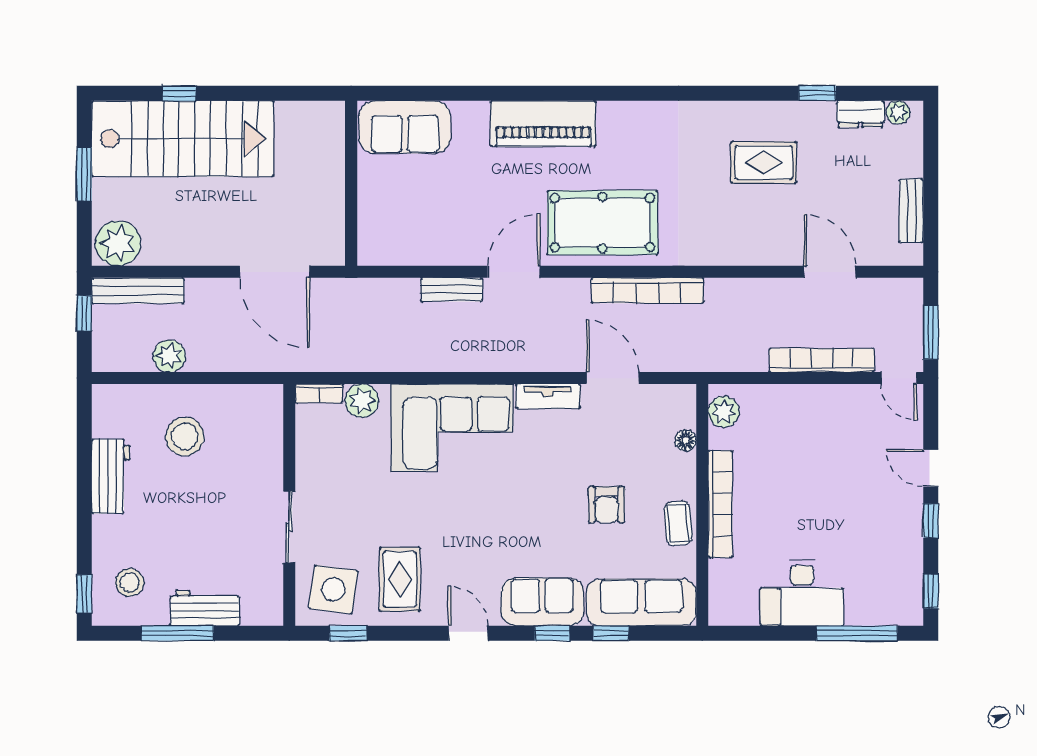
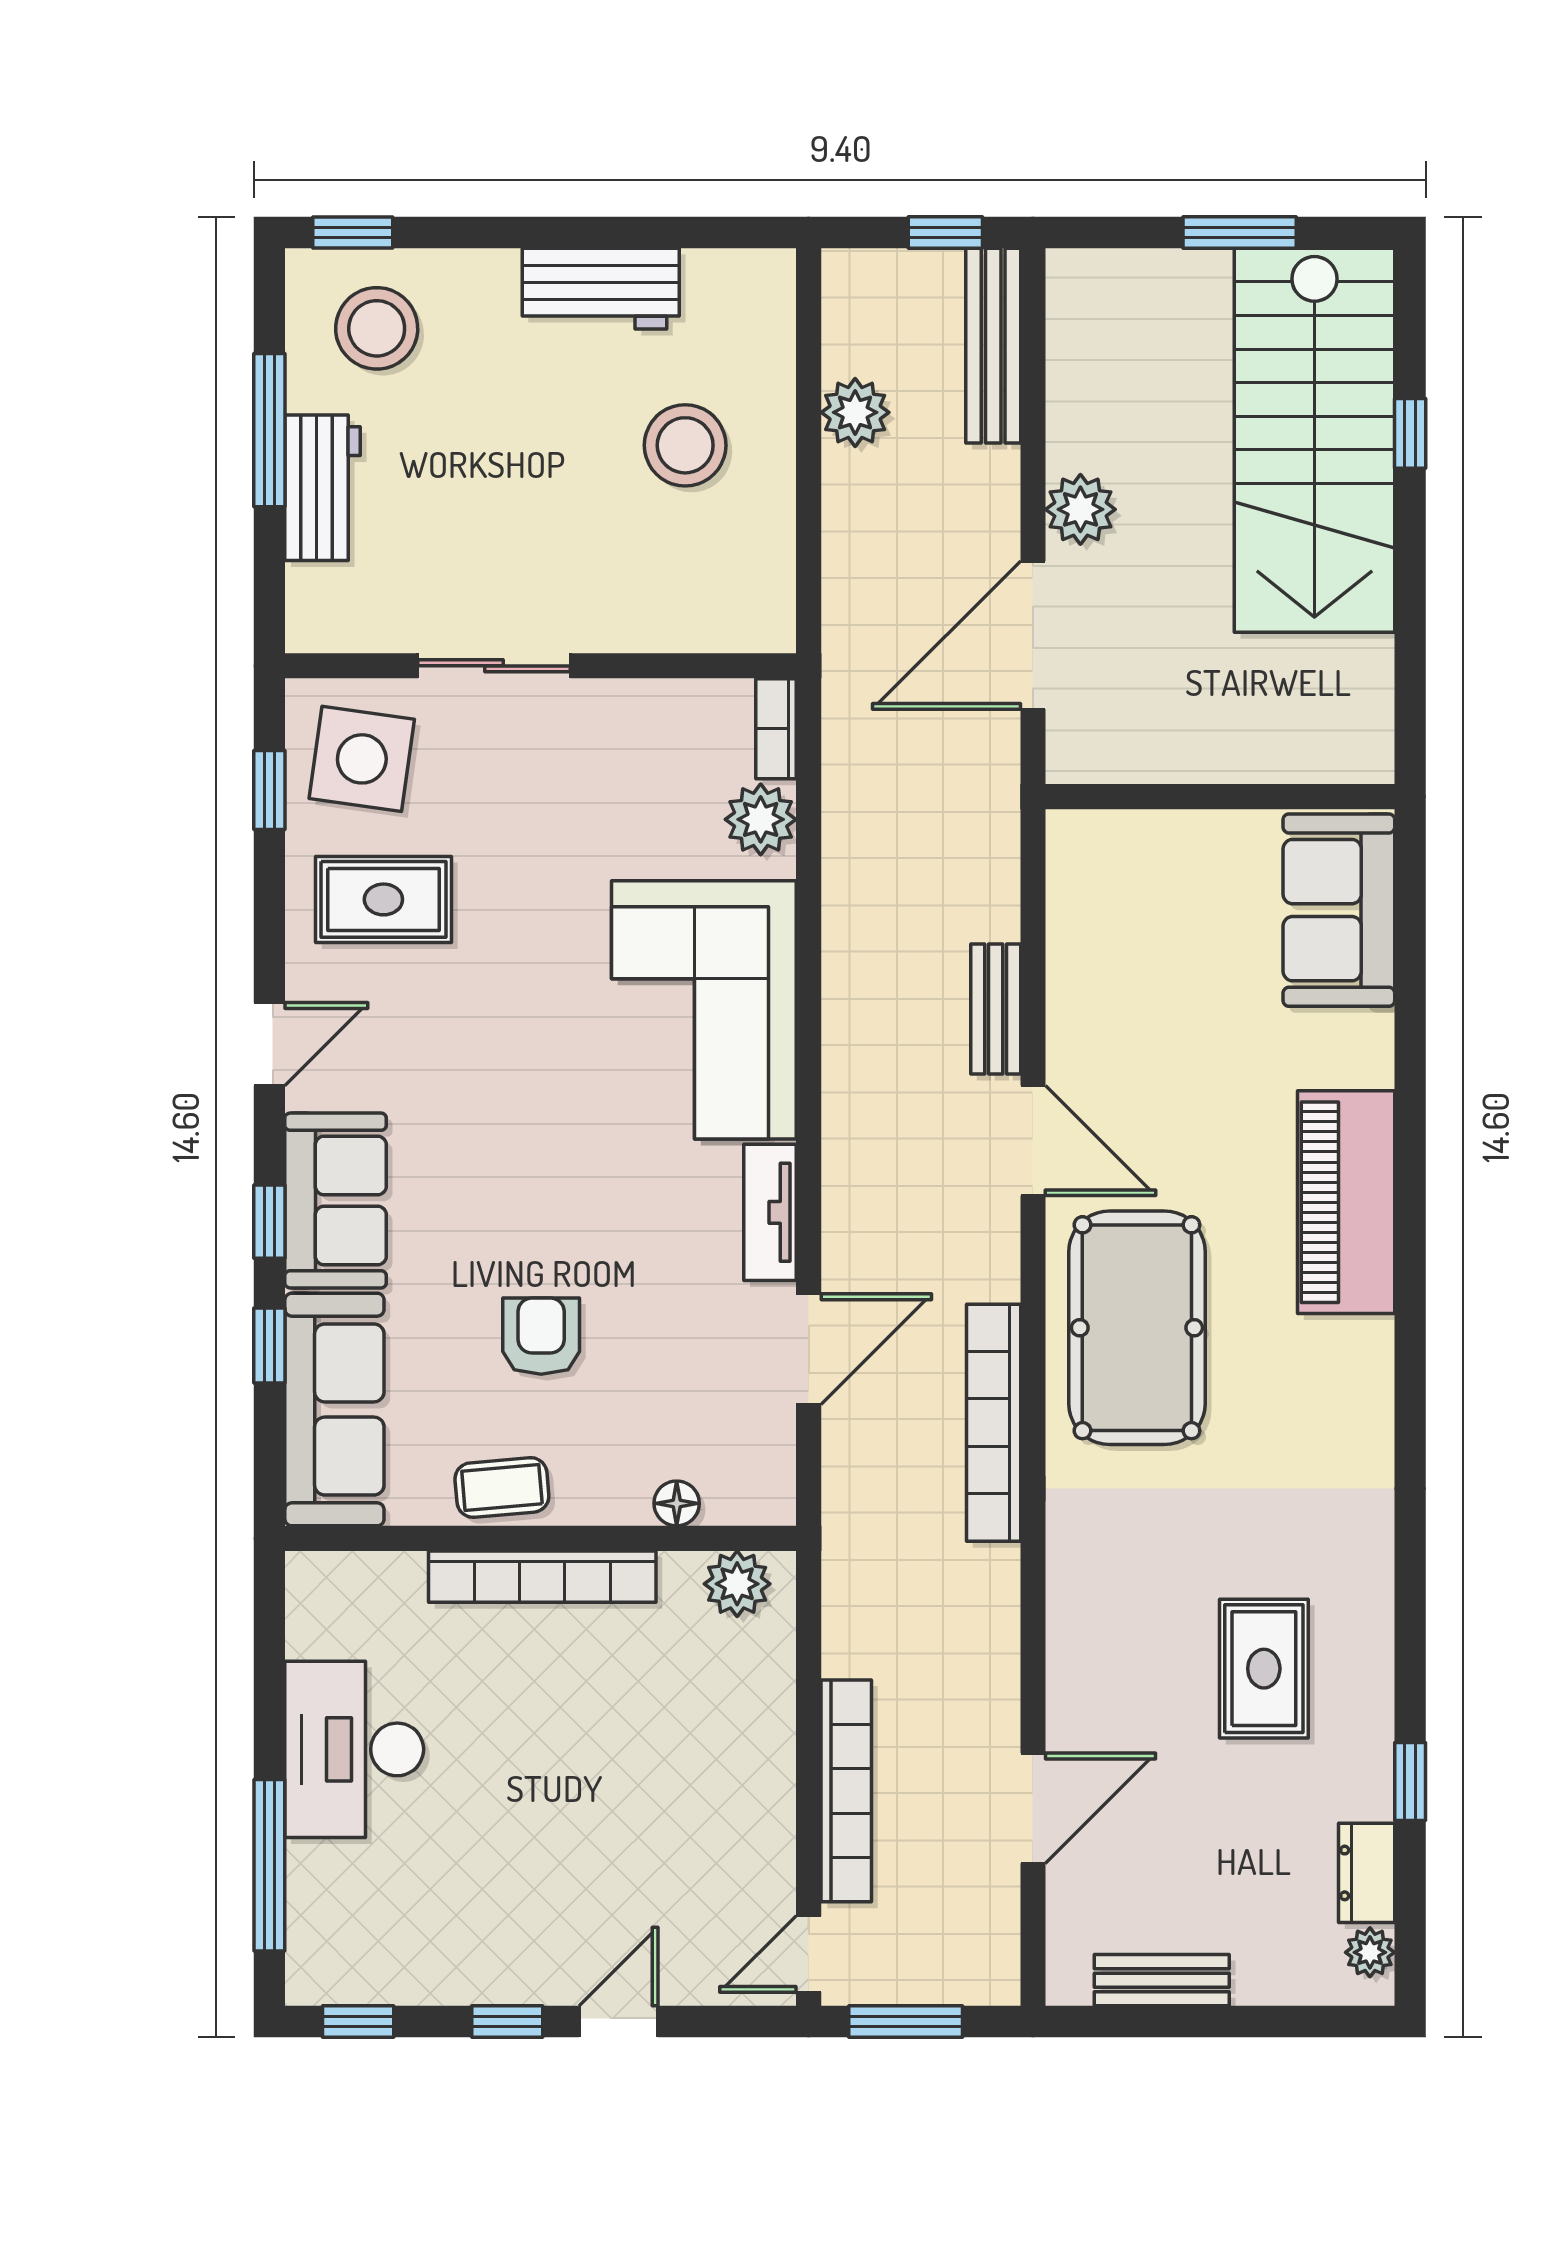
plant: (118, 243) -> (1080, 509), moved, width x0.73, depth x0.73
armchair: (606, 505) -> (541, 1336), turned 90
stool: (130, 582) -> (377, 328), width x1.38, depth x1.38

